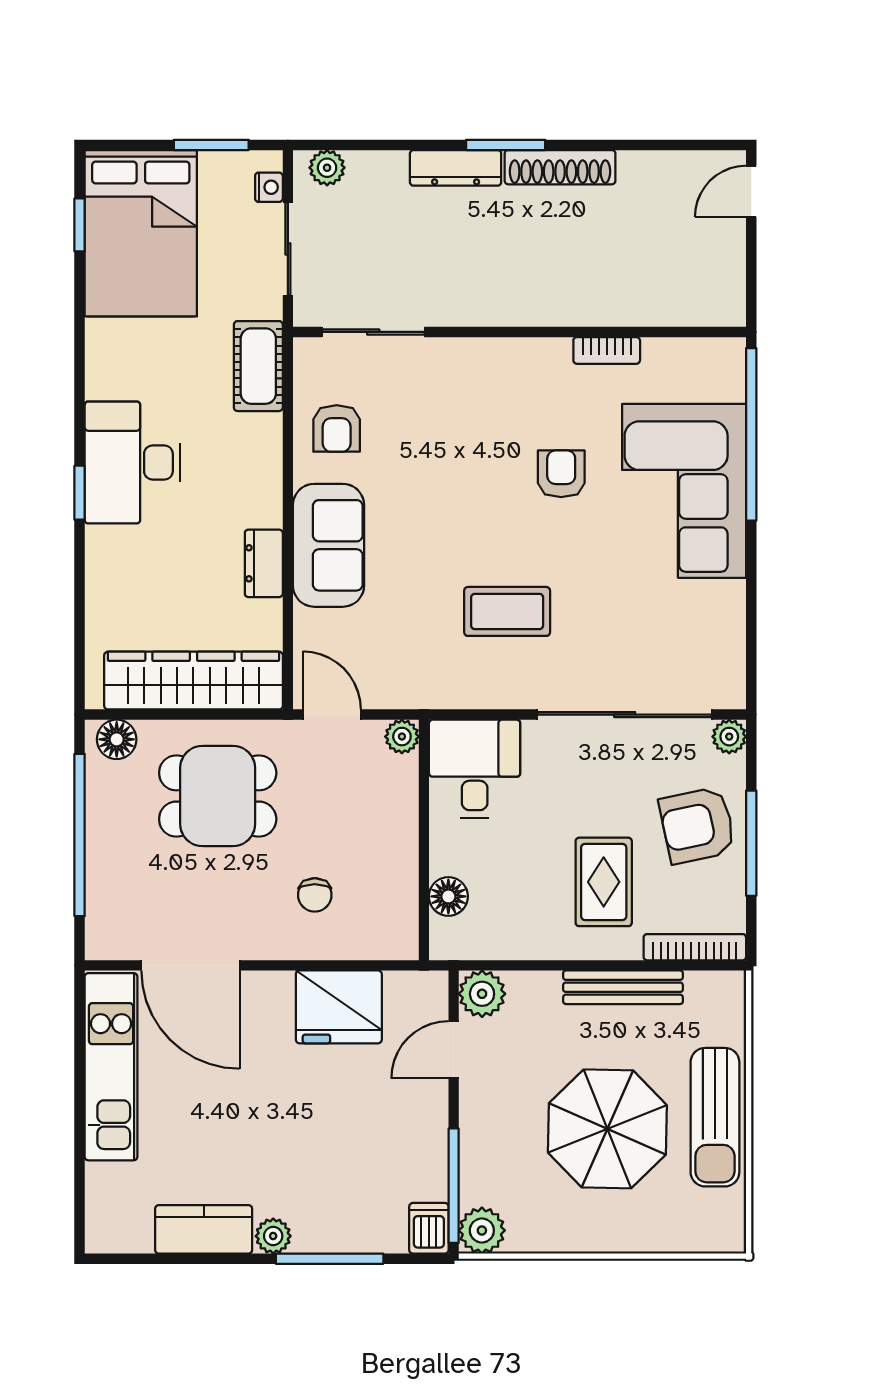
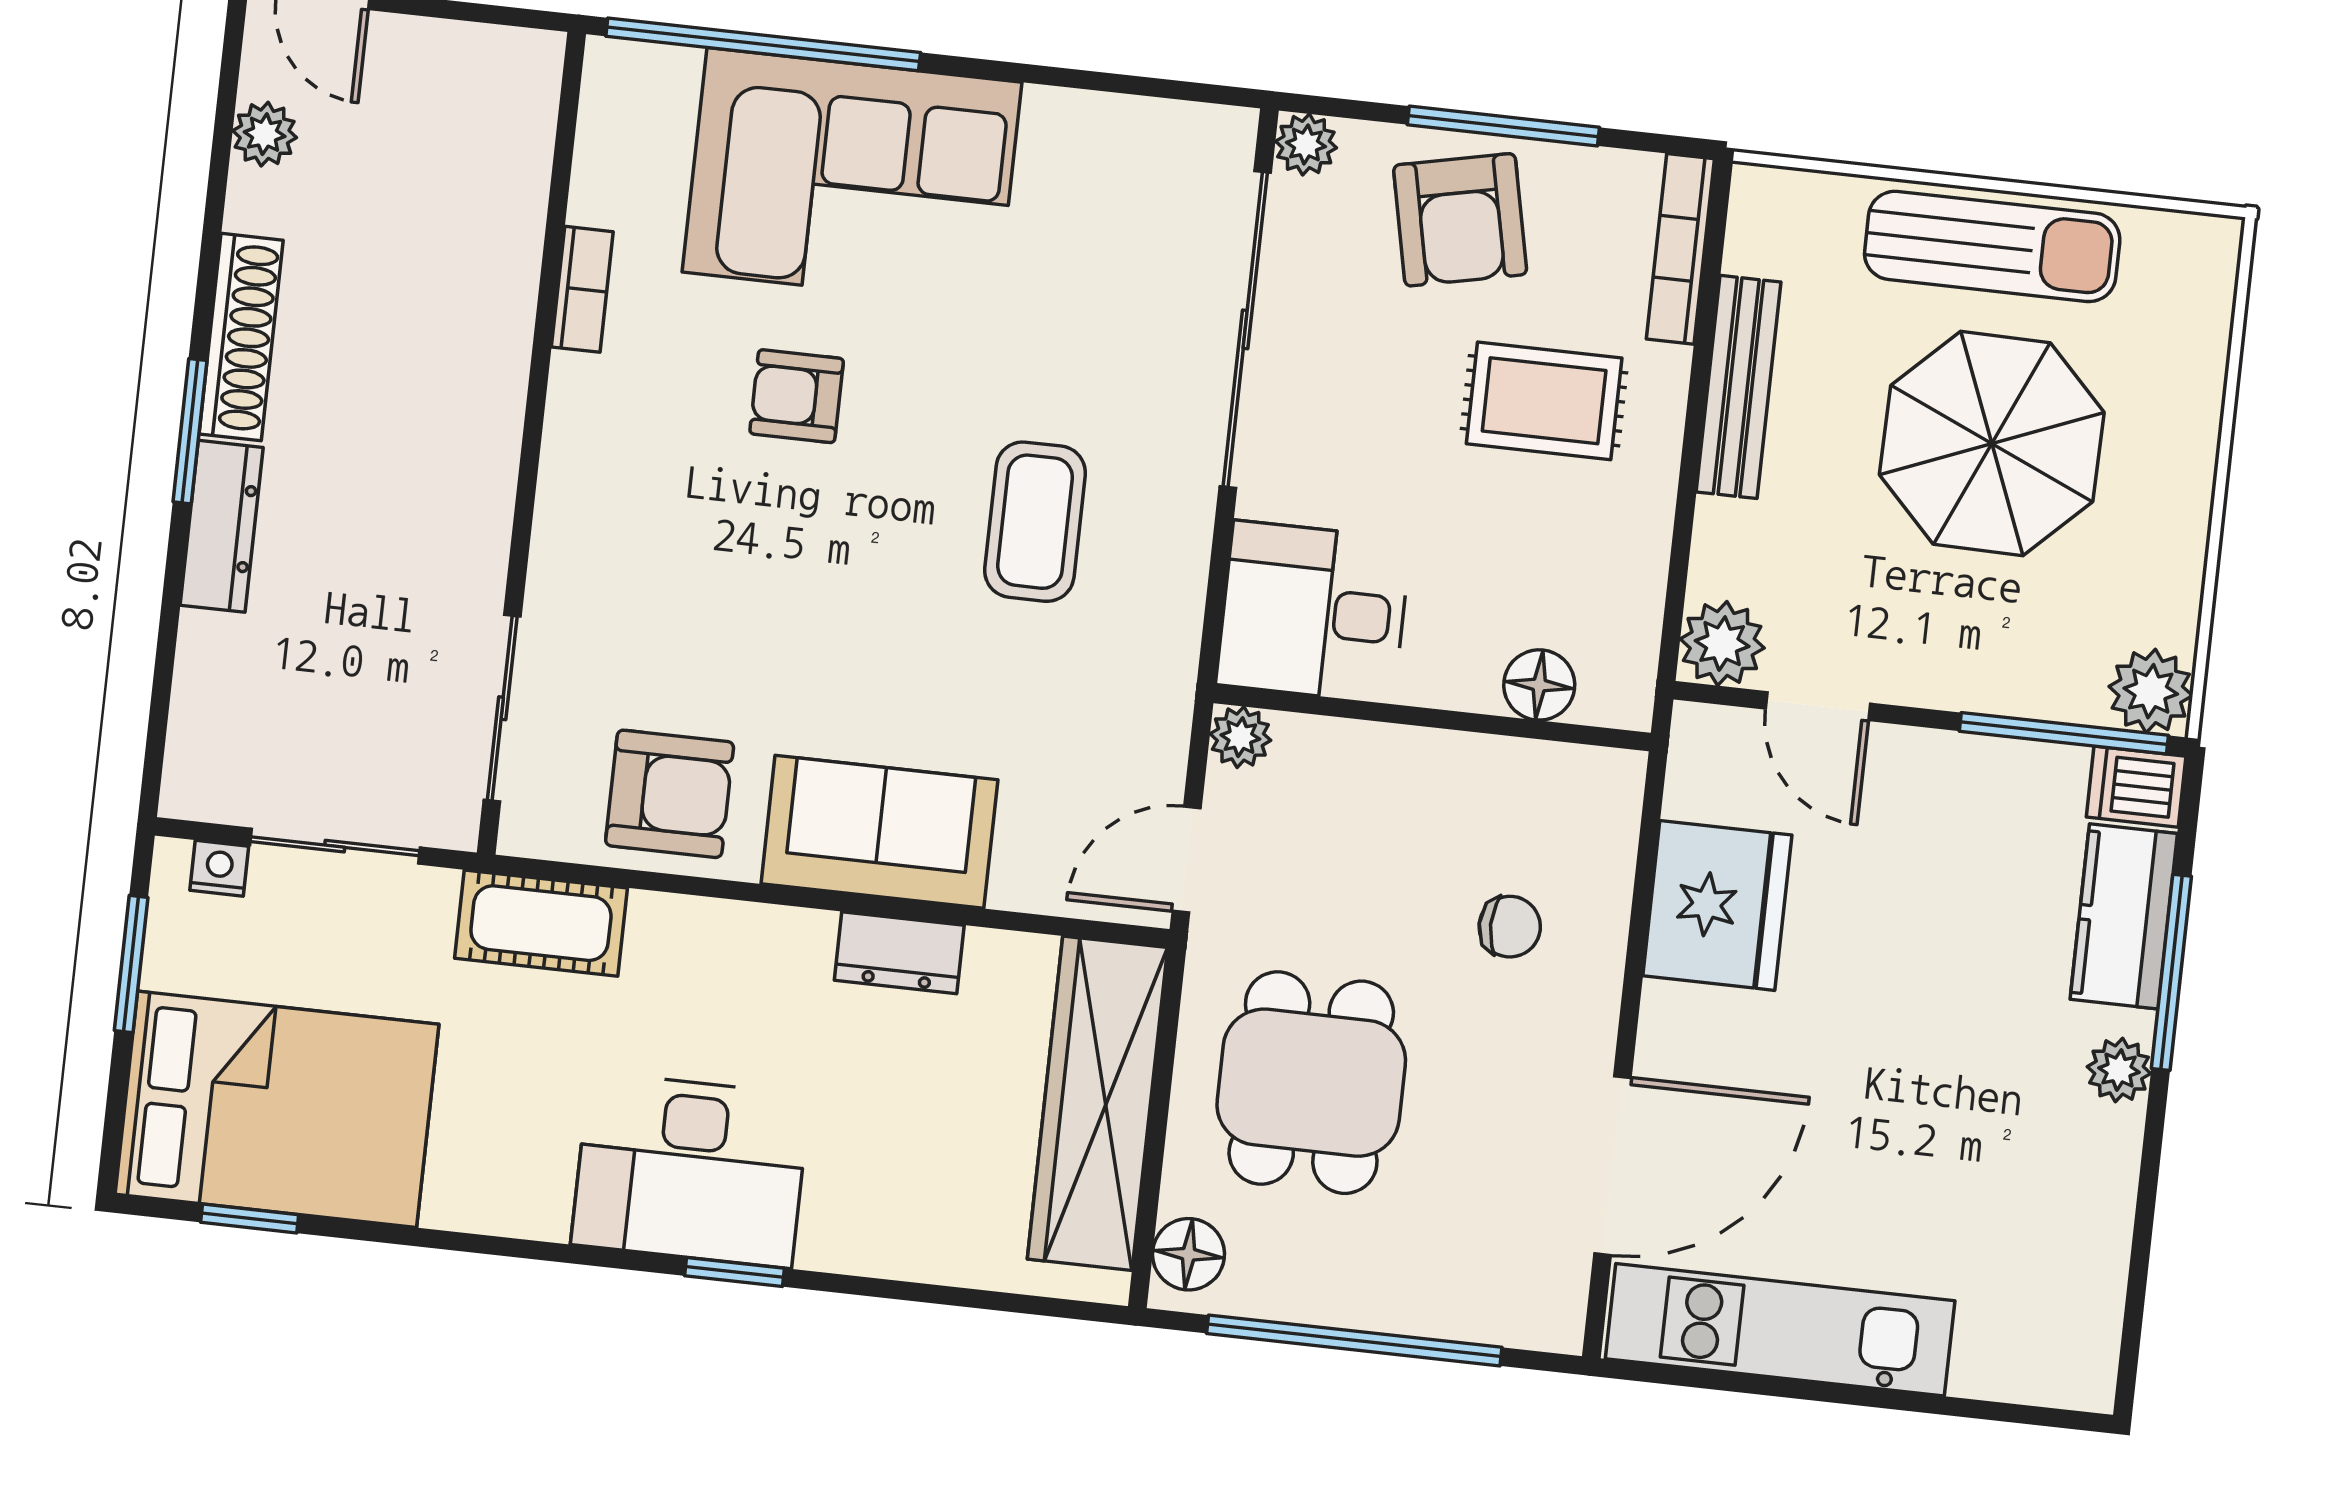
plant: (327, 168) -> (265, 134), moved
armchair: (337, 428) -> (670, 794), width x1.38, depth x1.38
kitchen counter: (204, 1229) -> (2124, 916), moved

